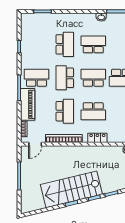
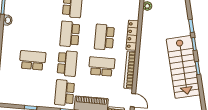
school desk: (93, 44) -> (35, 31), removed
school desk: (65, 78) -> (67, 63), turned -90
school desk: (93, 111) -> (104, 37), turned 180
locker: (97, 138) -> (132, 35), width x1.53

